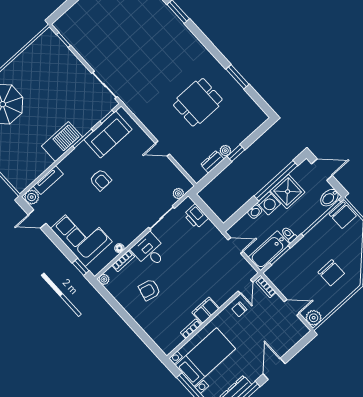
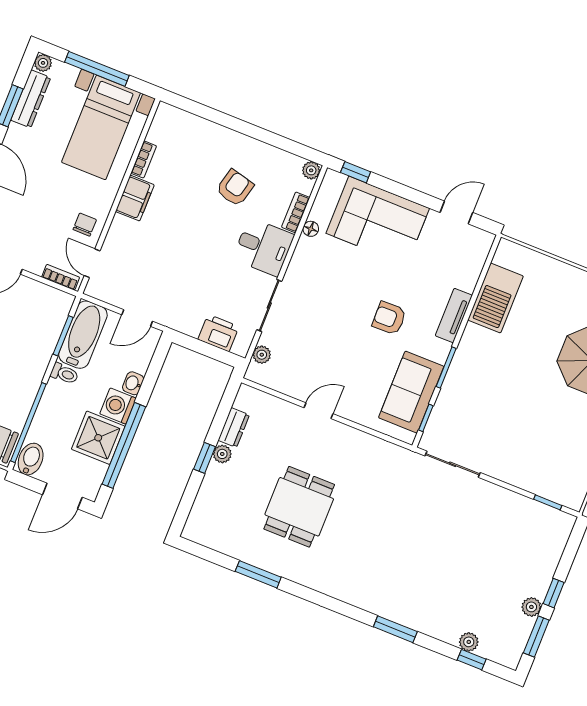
barbecue: (62, 142) -> (496, 298), moved
tv unit: (48, 180) -> (454, 315), moved
plant: (32, 197) -> (481, 242), removed

